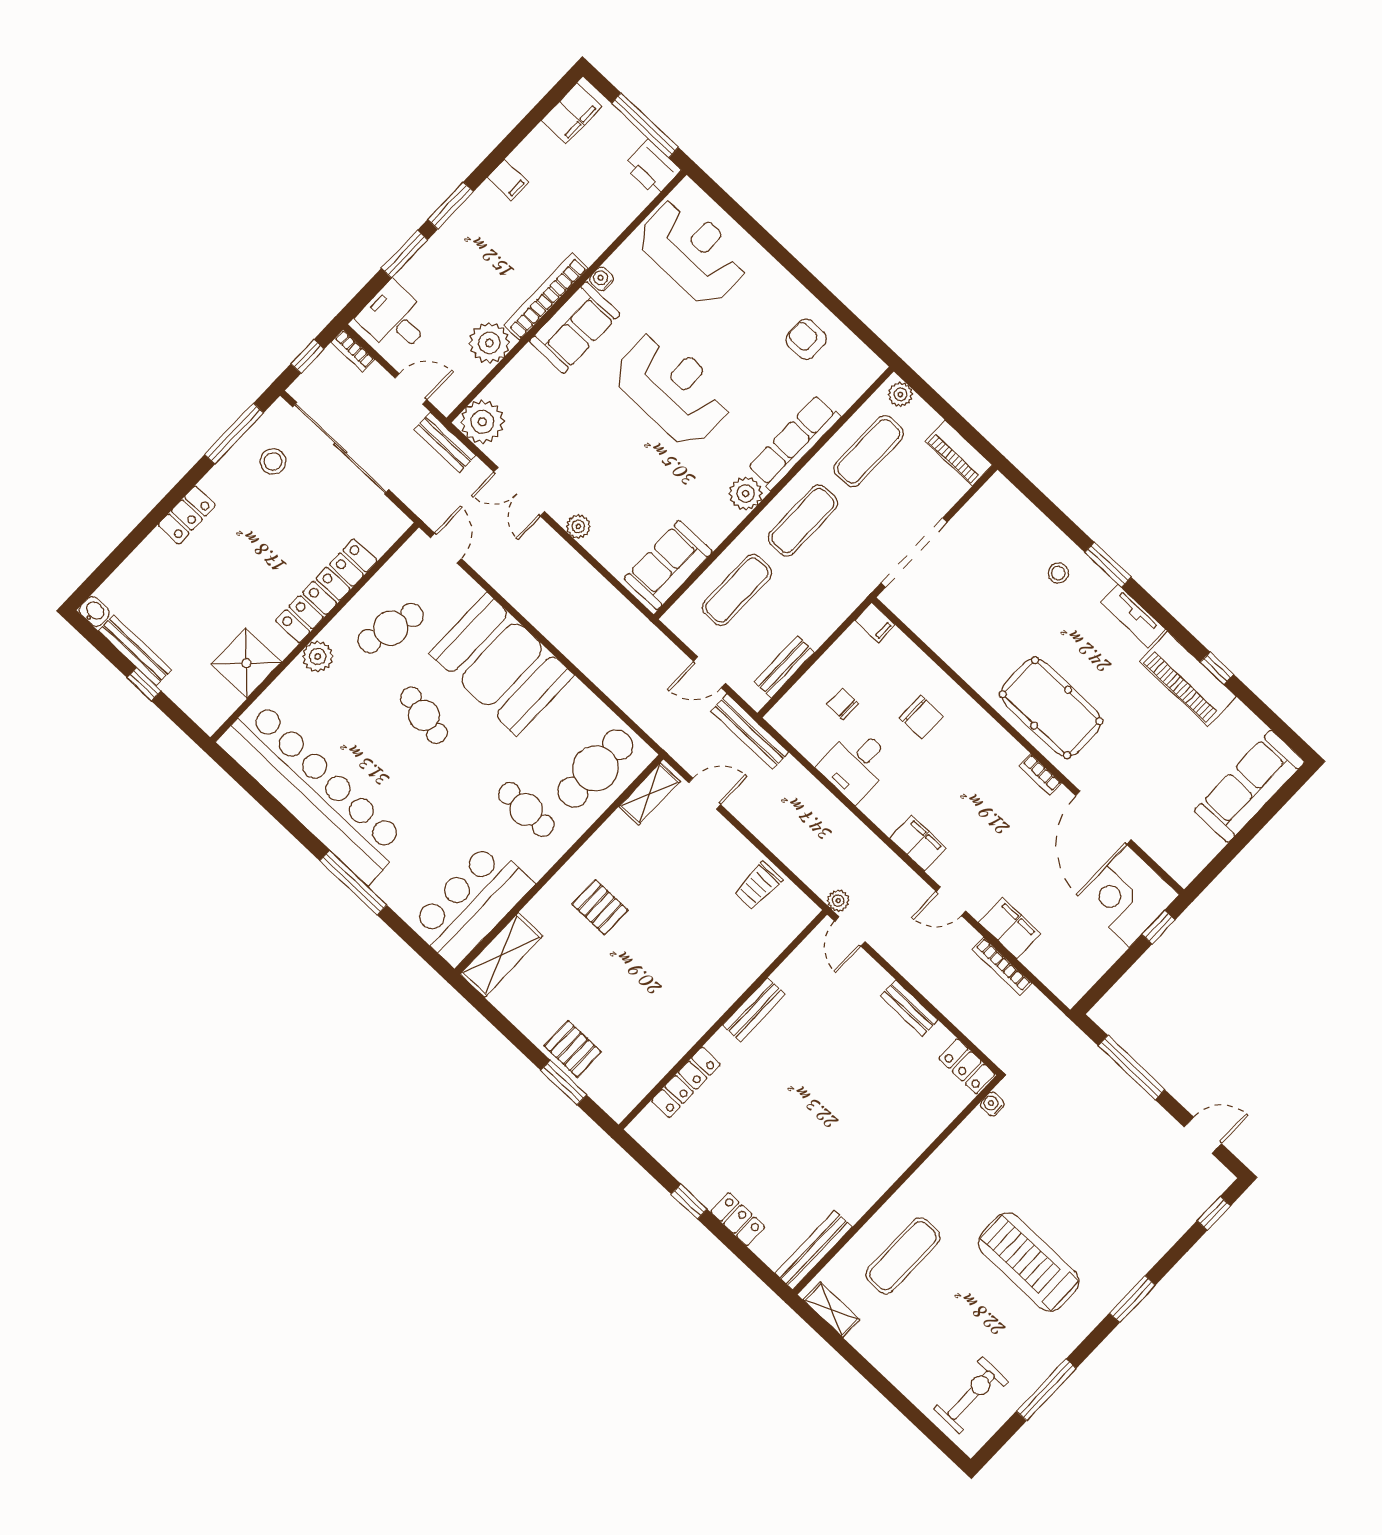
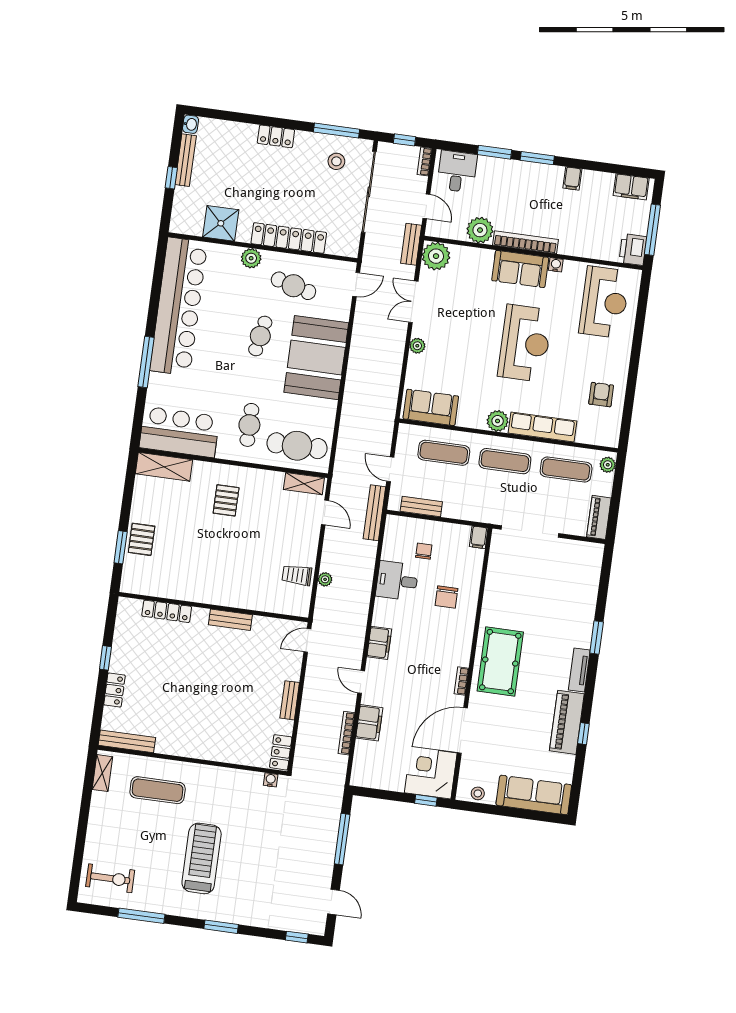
stool: (1058, 573) -> (478, 793), moved
plant: (838, 901) -> (325, 579), moved

